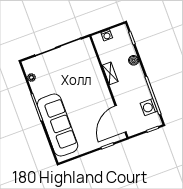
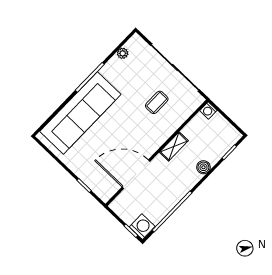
washing machine: (107, 35) -> (208, 110), moved
coffee table: (75, 71) -> (157, 102), added
washing machine: (149, 107) -> (142, 227), moved, turned 90
door: (121, 119) -> (136, 174), moved

